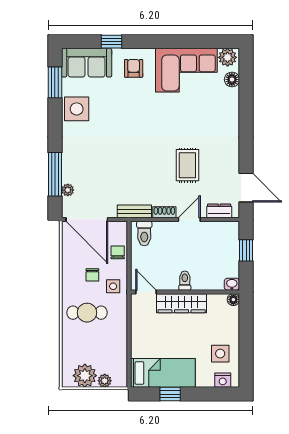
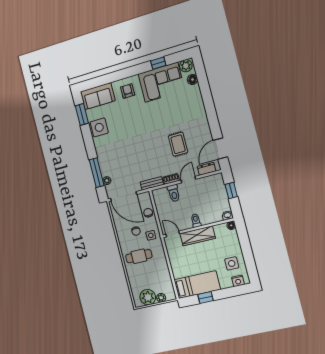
window: (111, 42) -> (158, 63), moved
door: (246, 188) -> (220, 149), swing flipped
toilet: (144, 234) -> (174, 193), moved

